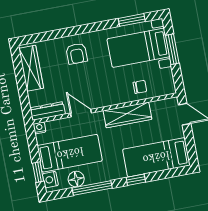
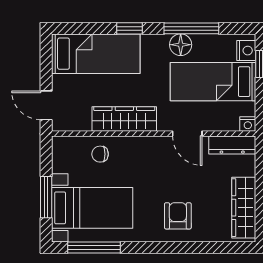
window: (132, 20) -> (94, 248), width x1.44
floor lamp: (76, 179) -> (181, 45), moved

